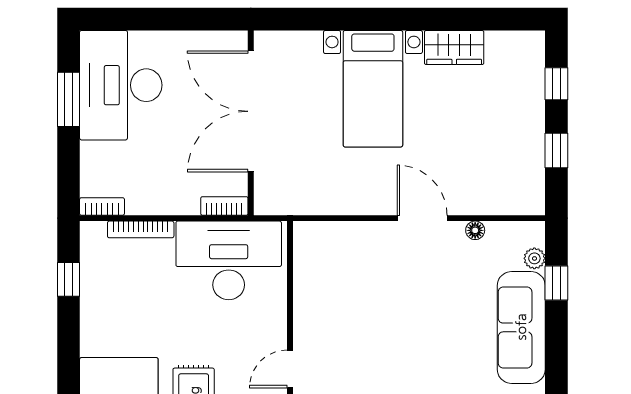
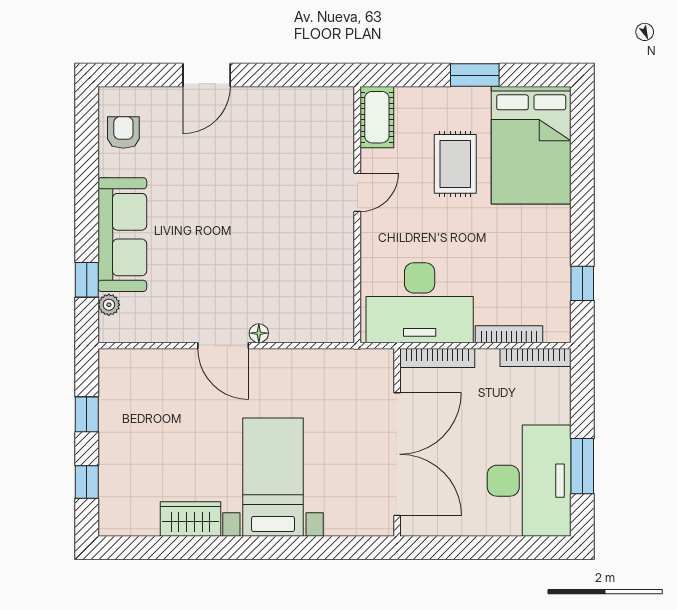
bookcase: (102, 206) -> (536, 358), width x1.56
bookcase: (224, 206) -> (437, 358), width x1.56
floor lamp: (475, 230) -> (259, 333), moved

